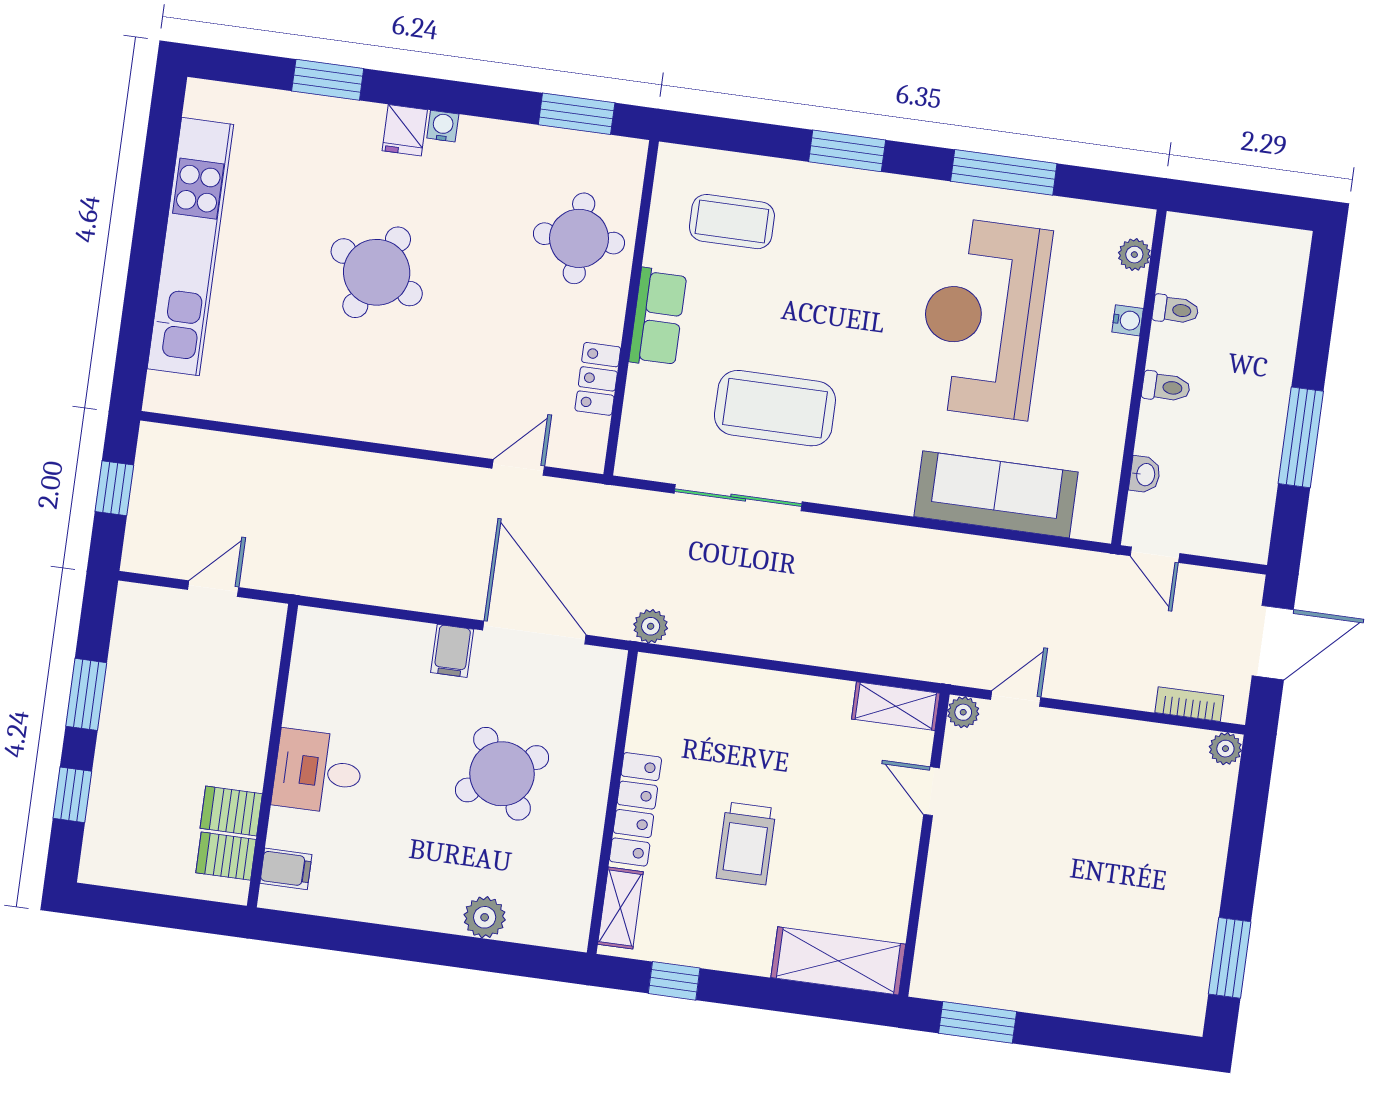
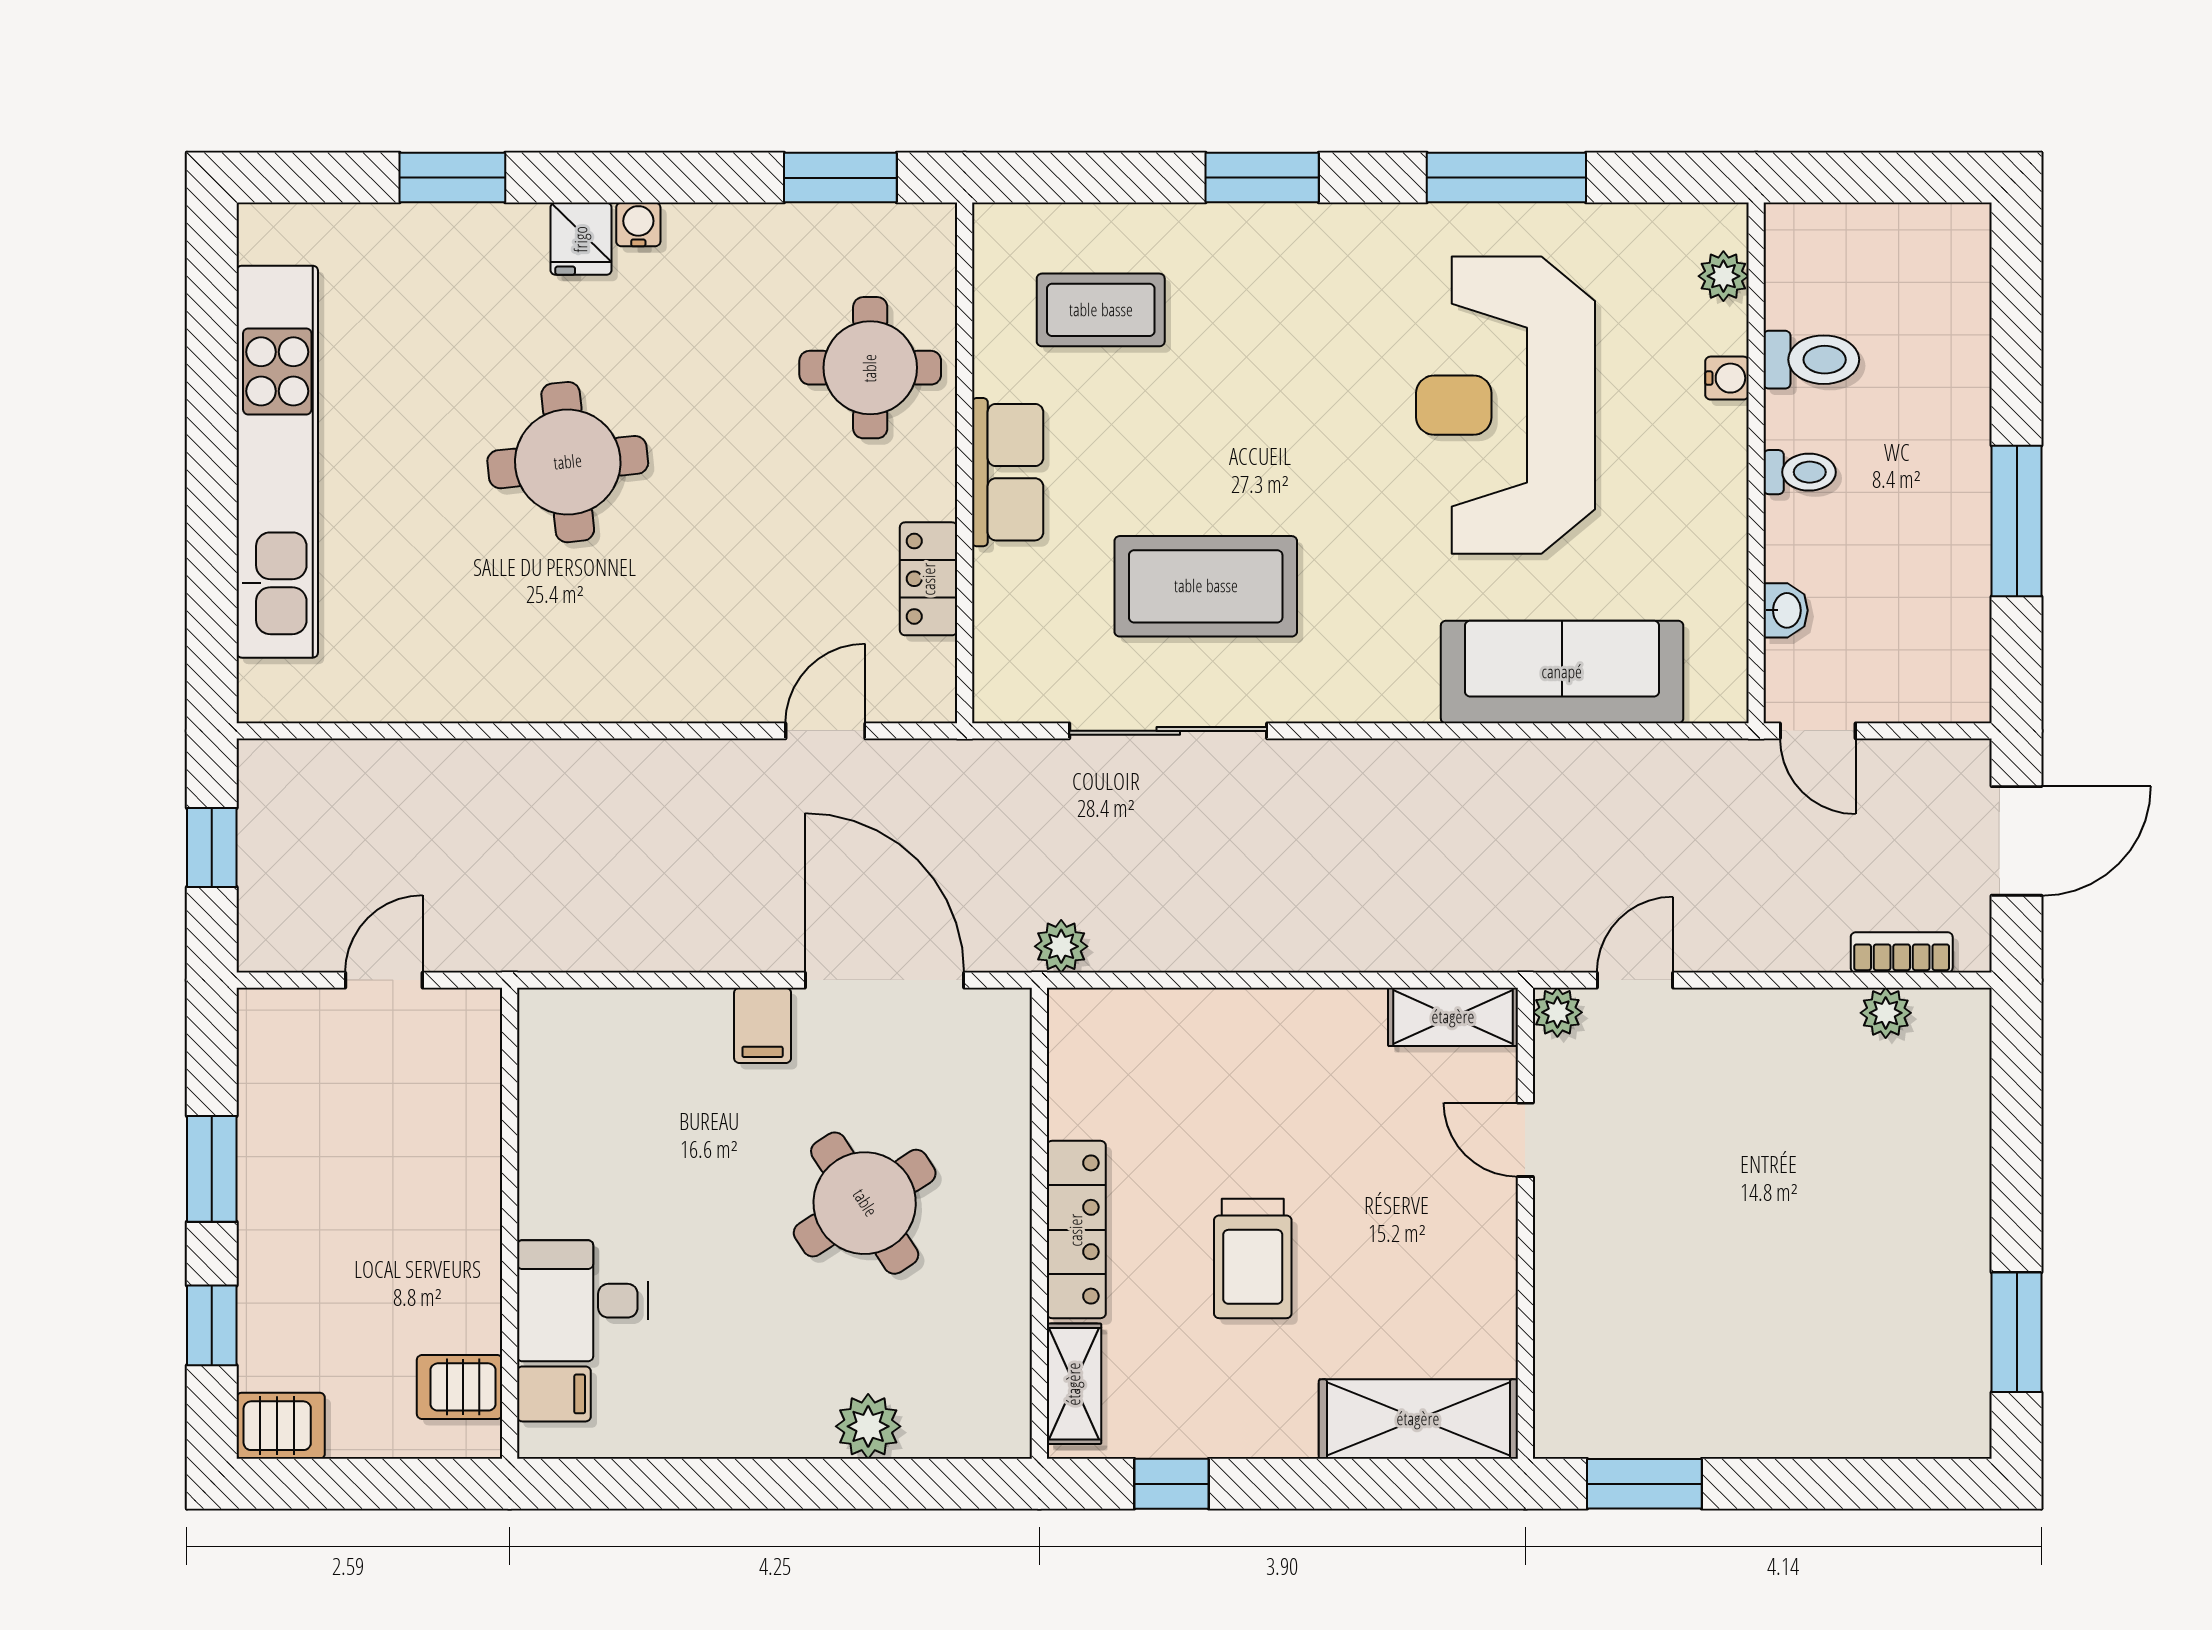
round table: (377, 272) -> (568, 462), turned -31
toilet: (1176, 310) -> (1811, 360), width x1.37, depth x1.39
plant: (1225, 749) -> (1886, 1013), moved
desk: (318, 772) -> (583, 1301), moved
server rack: (231, 811) -> (281, 1426), moved, turned 180

